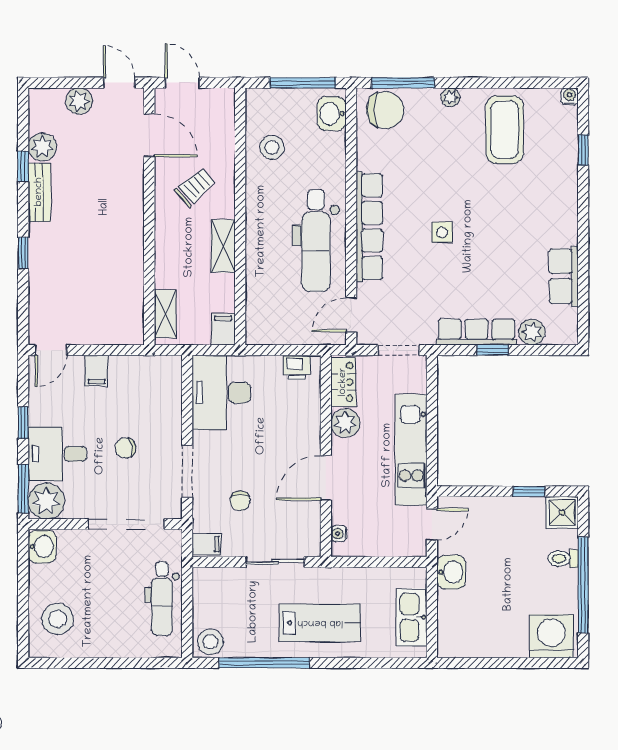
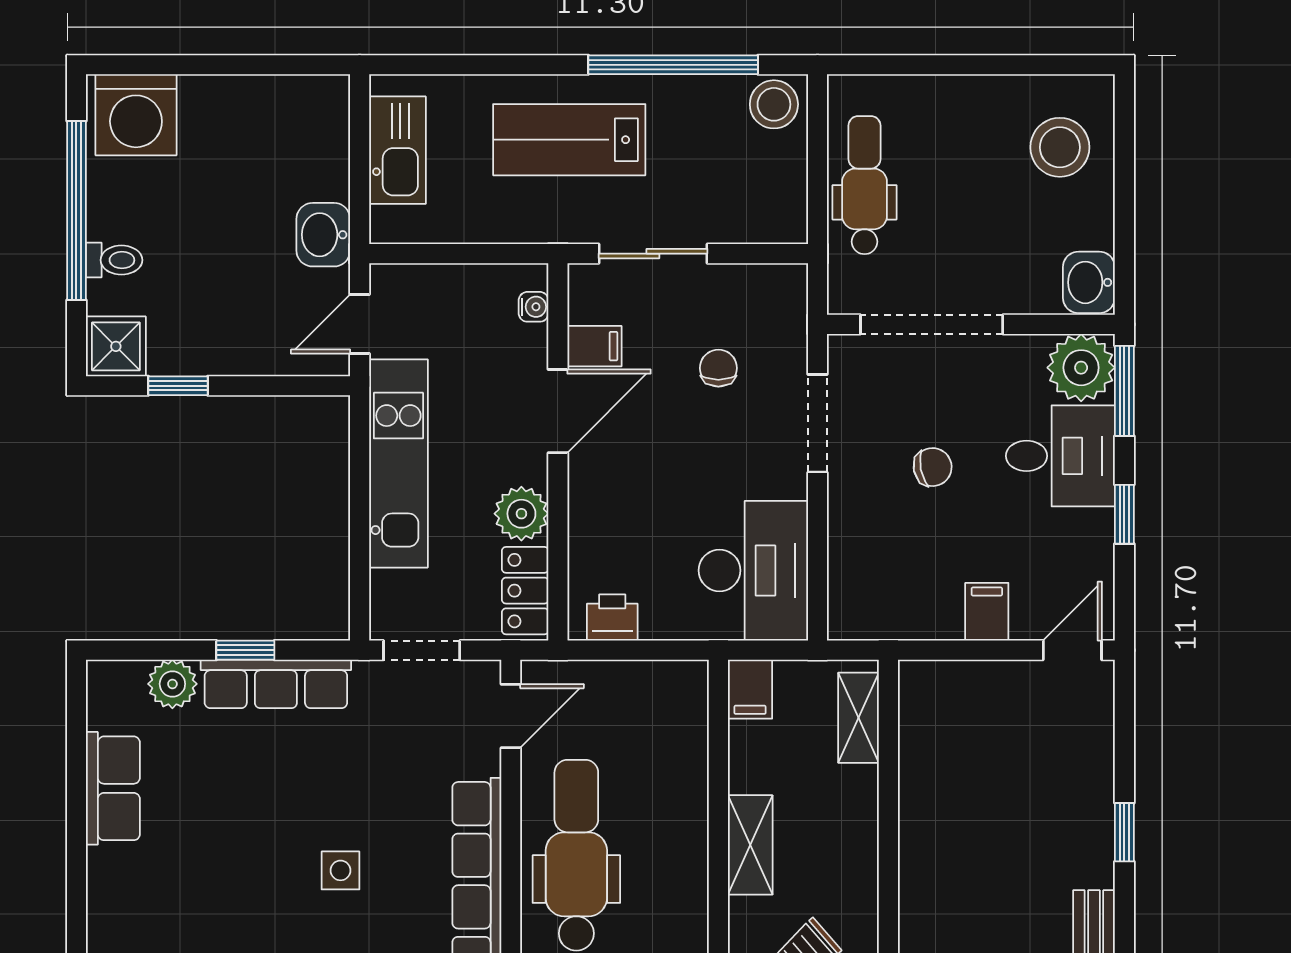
filing cabinet: (207, 544) -> (594, 346), moved, turned 180

